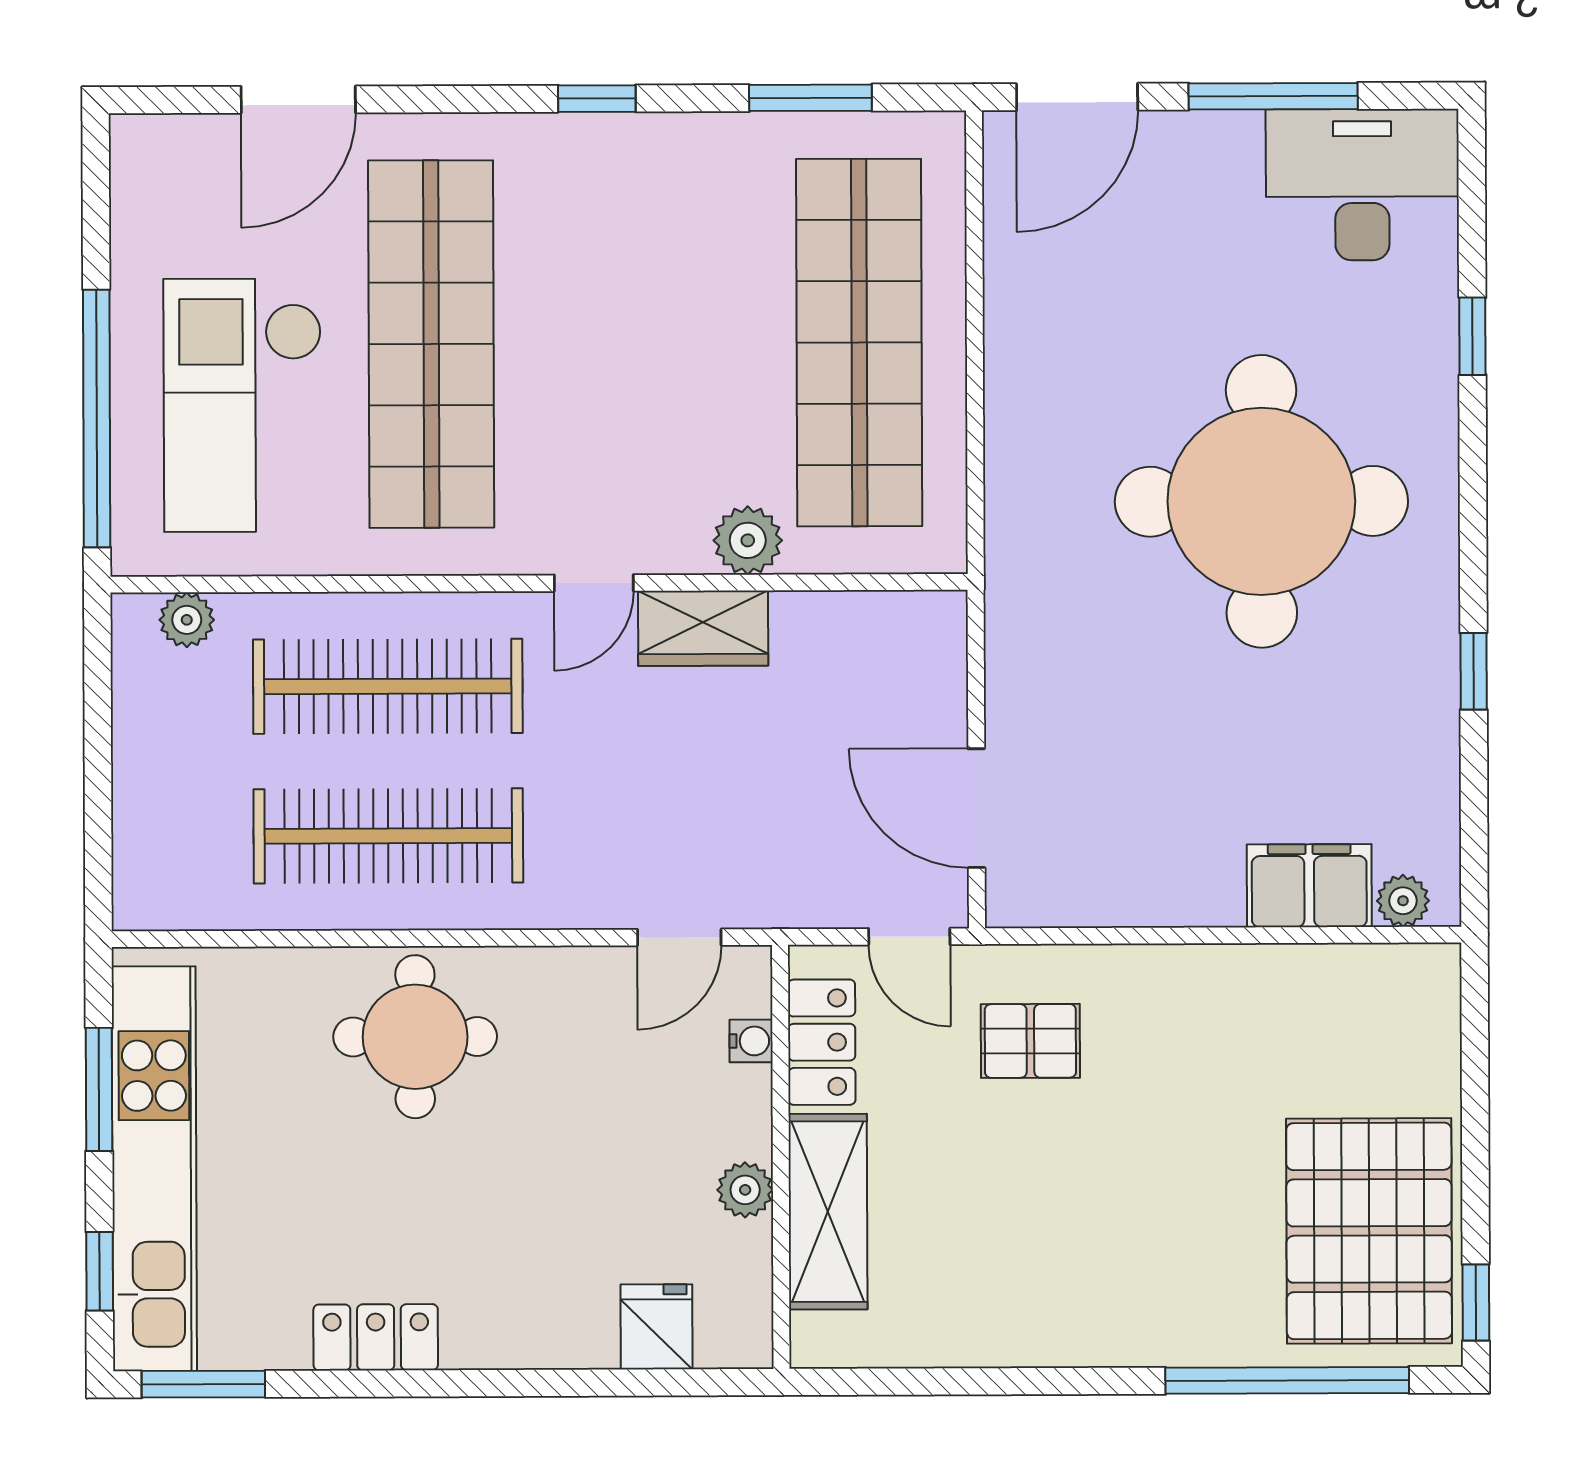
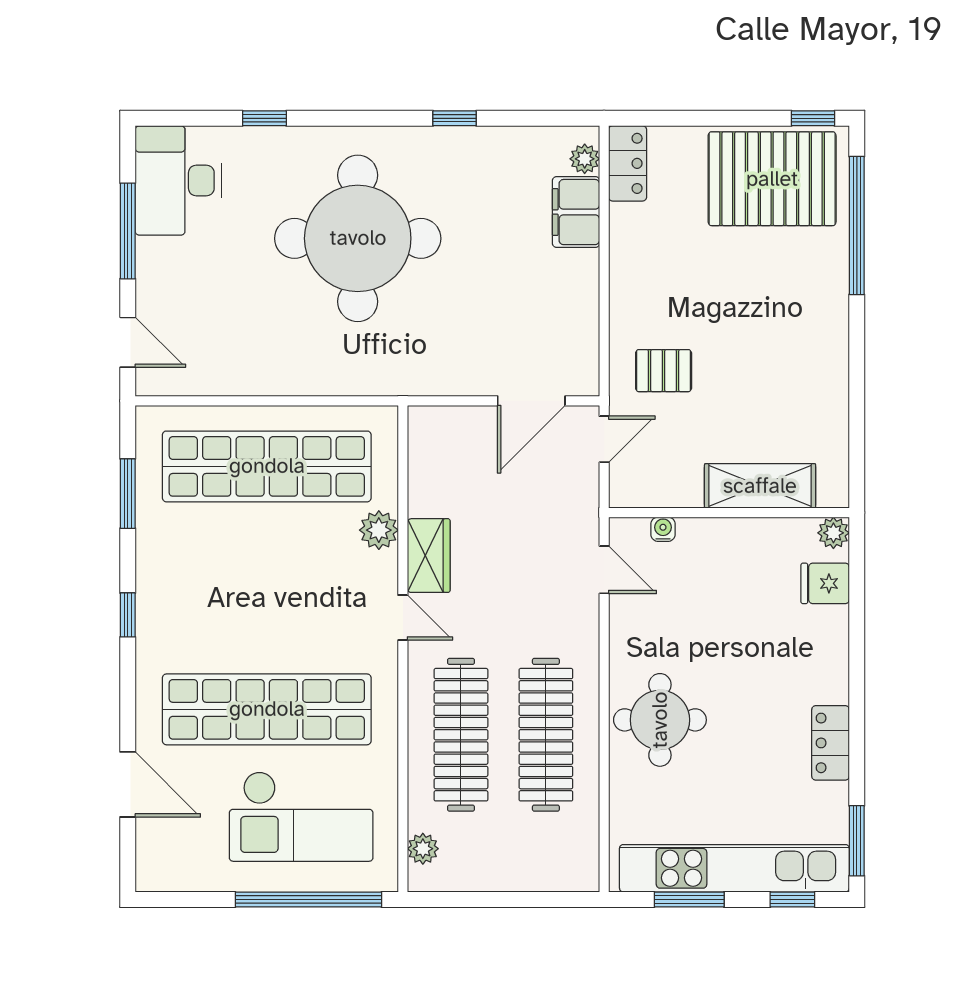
door: (1077, 97) -> (128, 342), width x0.73
pallet: (1030, 1041) -> (664, 371), turned 90
locker: (822, 1042) -> (628, 163), moved, turned 90
plant: (745, 1190) -> (833, 533), moved

